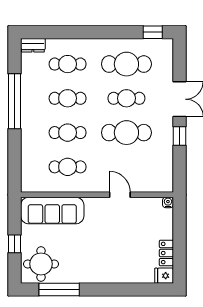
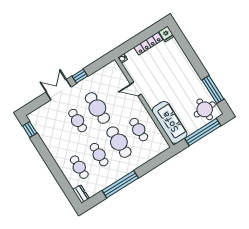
cafe table: (126, 64) -> (58, 133), removed
cafe table: (68, 133) -> (119, 142), width x1.37, depth x1.35
door: (120, 195) -> (136, 89), hinge flipped
window: (15, 244) -> (203, 132), width x3.17
locker: (166, 253) -> (148, 43), width x1.53

